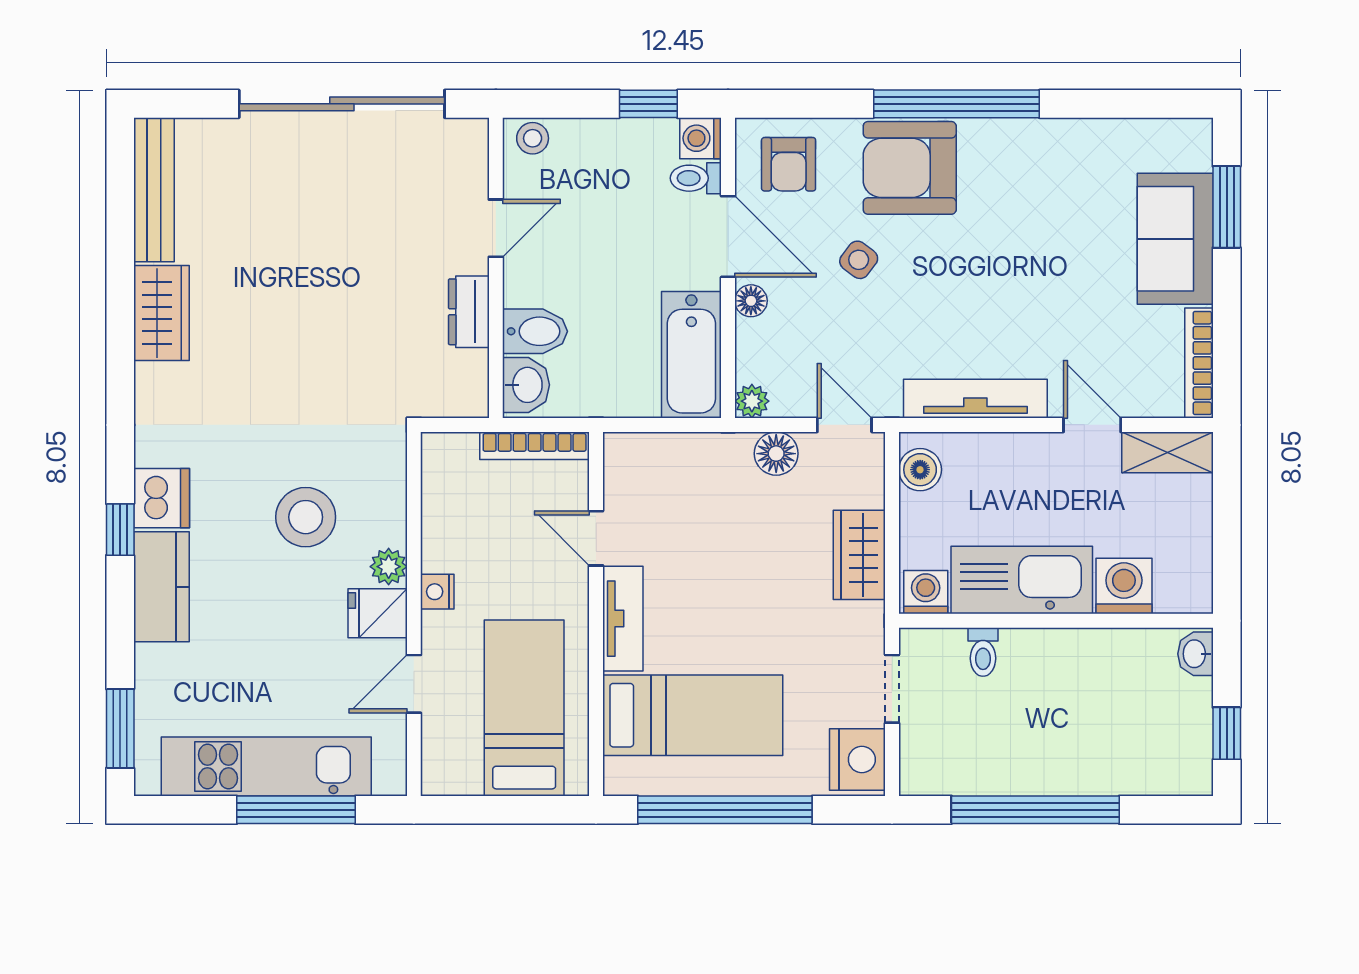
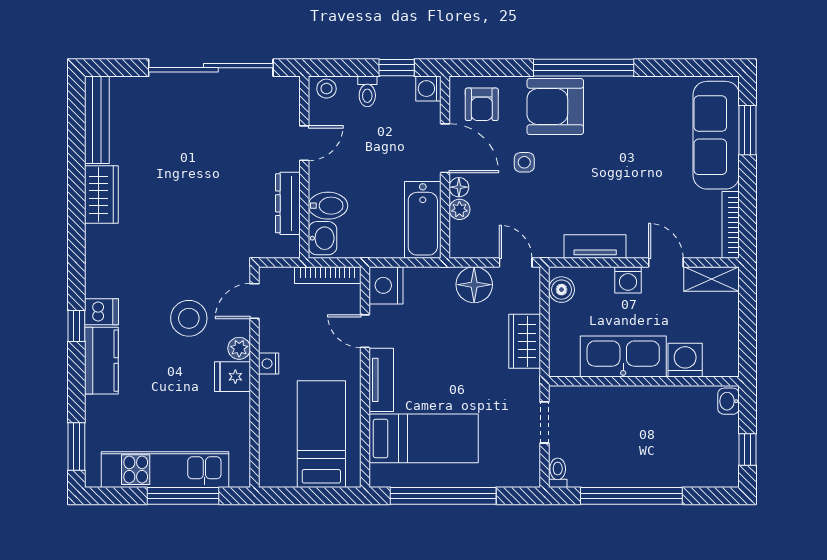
toilet: (696, 178) -> (367, 91), moved, turned -90
sofa: (1175, 239) -> (716, 135), width x1.36
side table: (859, 260) -> (524, 162), turned -37
dresser: (469, 312) -> (288, 203), width x1.44
tv unit: (975, 399) -> (595, 246), width x0.71
plant: (752, 401) -> (459, 209), moved
floor lamp: (776, 454) -> (474, 285), width x1.38, depth x1.38
dishwasher: (162, 498) -> (102, 312), width x0.73
washing machine: (926, 592) -> (628, 280), moved, turned 180
toilet: (983, 652) -> (558, 473), moved, turned 180
door: (414, 684) -> (254, 301), moved
nightstand: (857, 760) -> (386, 285), moved, turned 180

